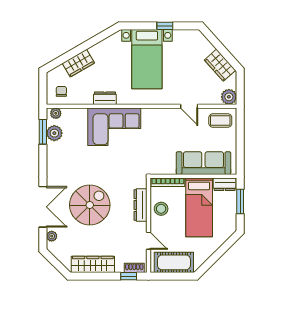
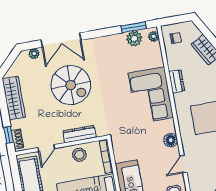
floor lamp: (163, 115) -> (171, 140), added

